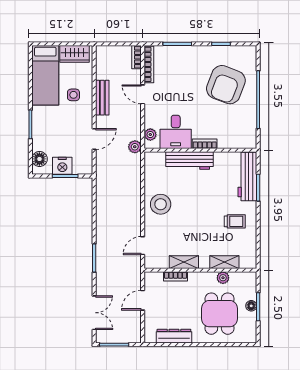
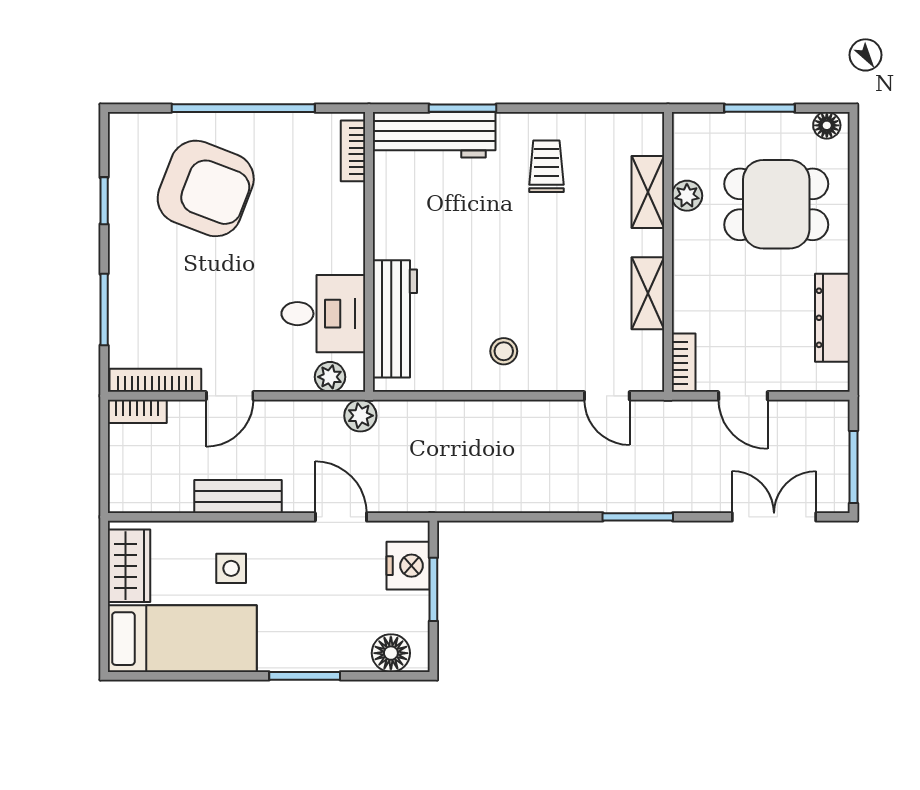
bookcase: (205, 144) -> (353, 151), moved
workbench: (190, 161) -> (395, 319), moved
nightstand: (62, 166) -> (408, 566), moved
stool: (161, 204) -> (504, 351), width x0.53, depth x0.53
bookcase: (176, 276) -> (684, 363), moved
floor lamp: (251, 306) -> (827, 125), moved

